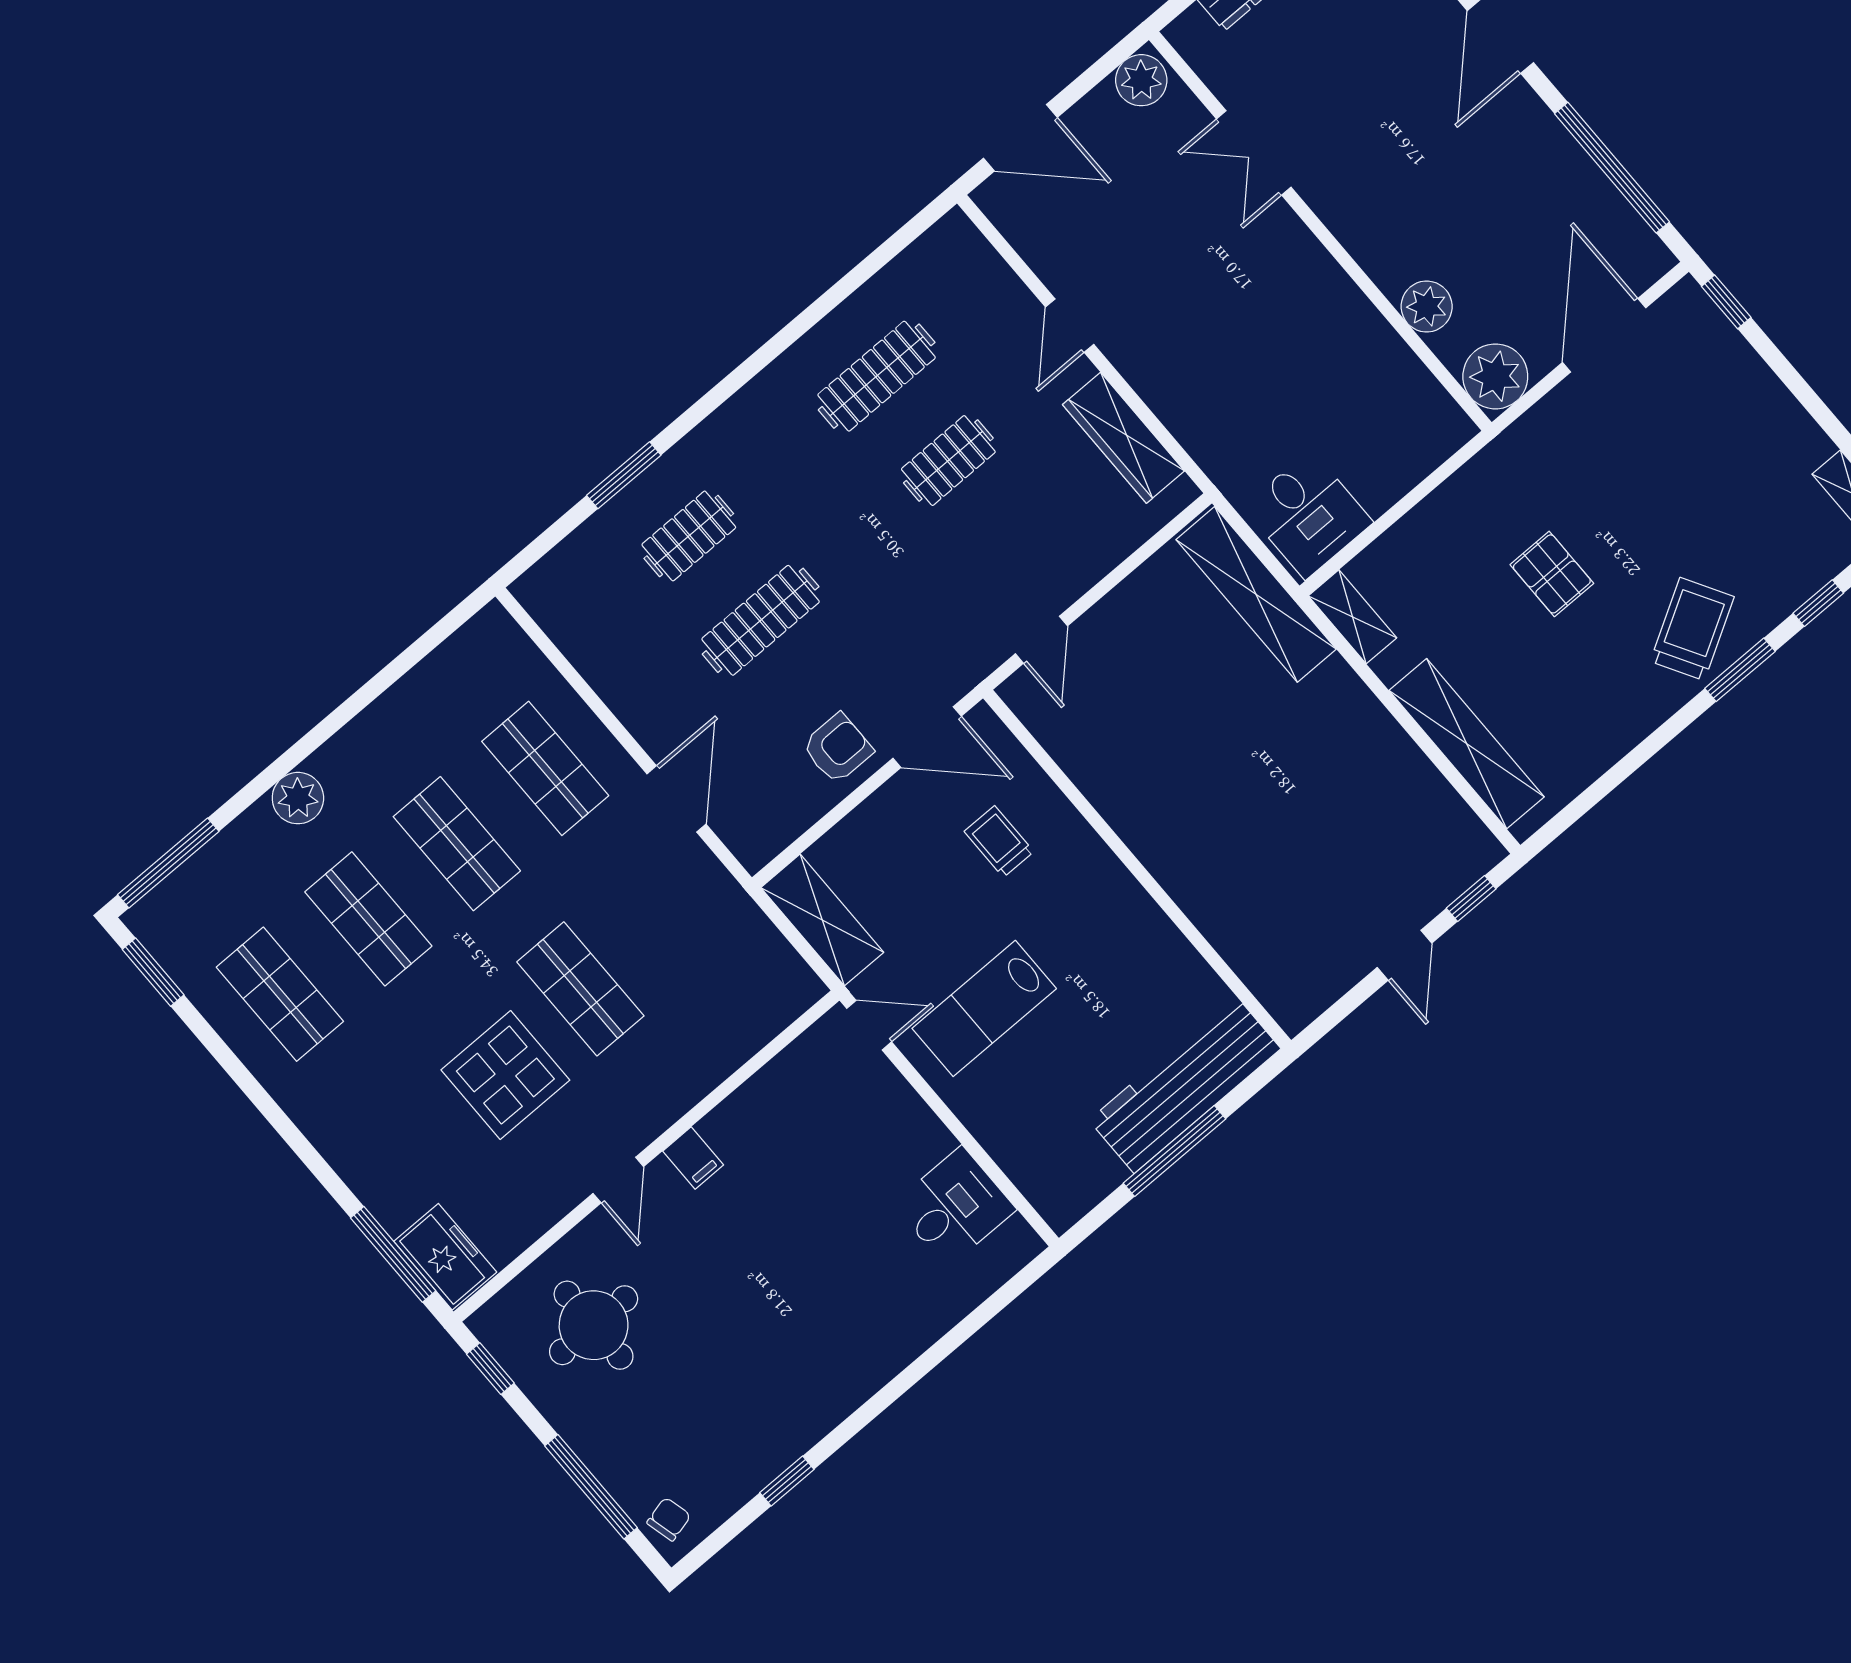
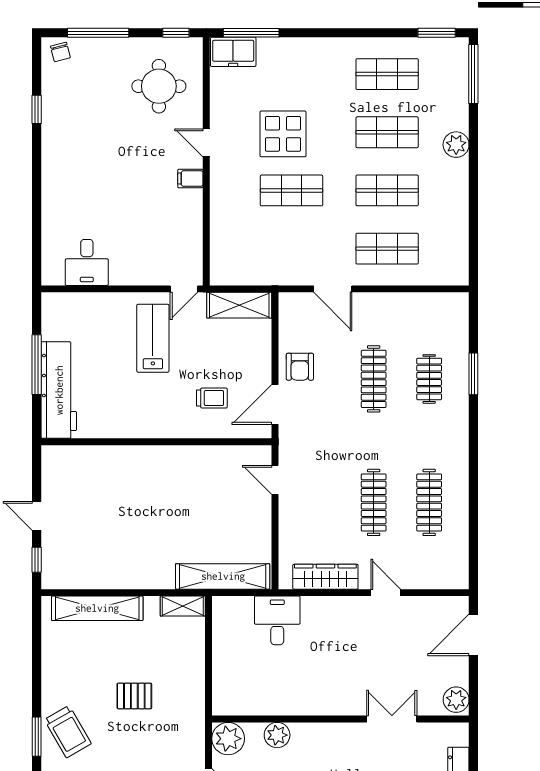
clothes rail: (948, 461) -> (374, 502), width x1.36
desk: (1308, 514) -> (277, 620), moved, turned 90

